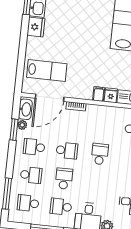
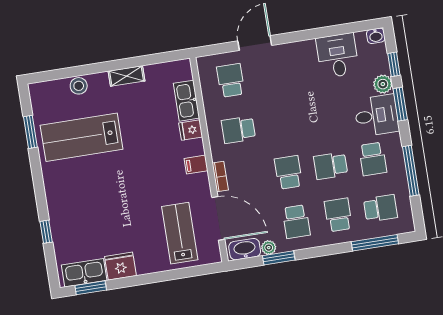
filing cabinet: (99, 94) -> (196, 165), moved
school desk: (100, 154) -> (238, 130), moved
school desk: (28, 203) -> (380, 208), turned -90

